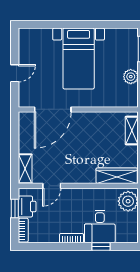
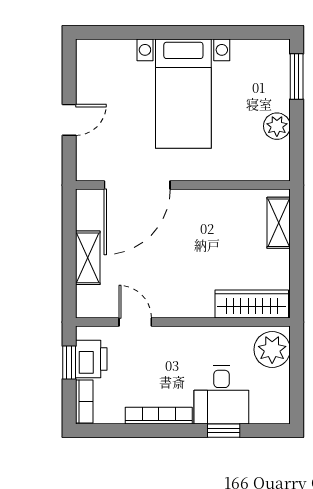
shelving: (25, 169) -> (88, 258), moved
door: (52, 186) -> (135, 322), swing flipped
bookcase: (72, 238) -> (159, 416), width x1.56

